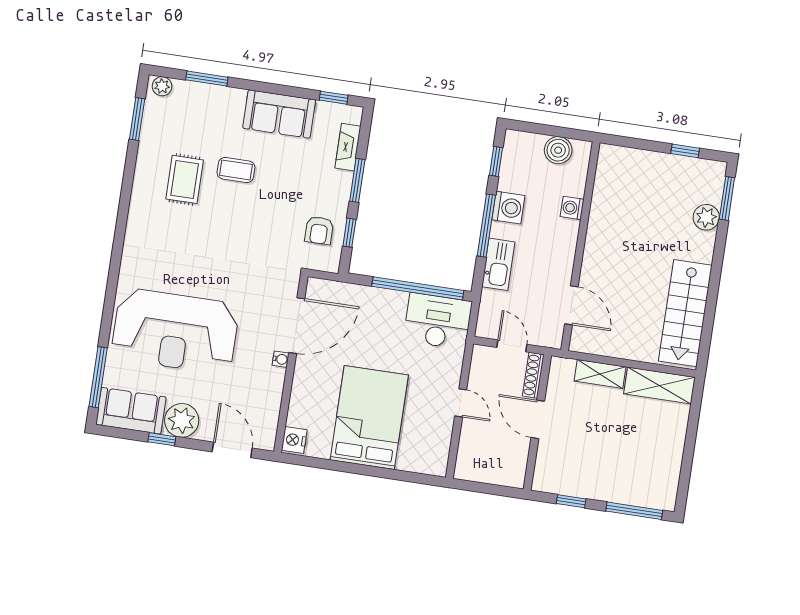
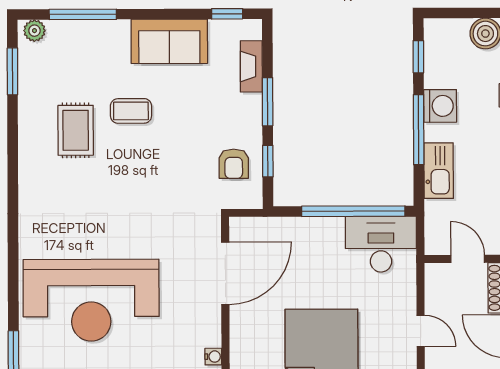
window: (207, 79) -> (83, 14), width x1.44
water cooler: (281, 359) -> (213, 357), moved

